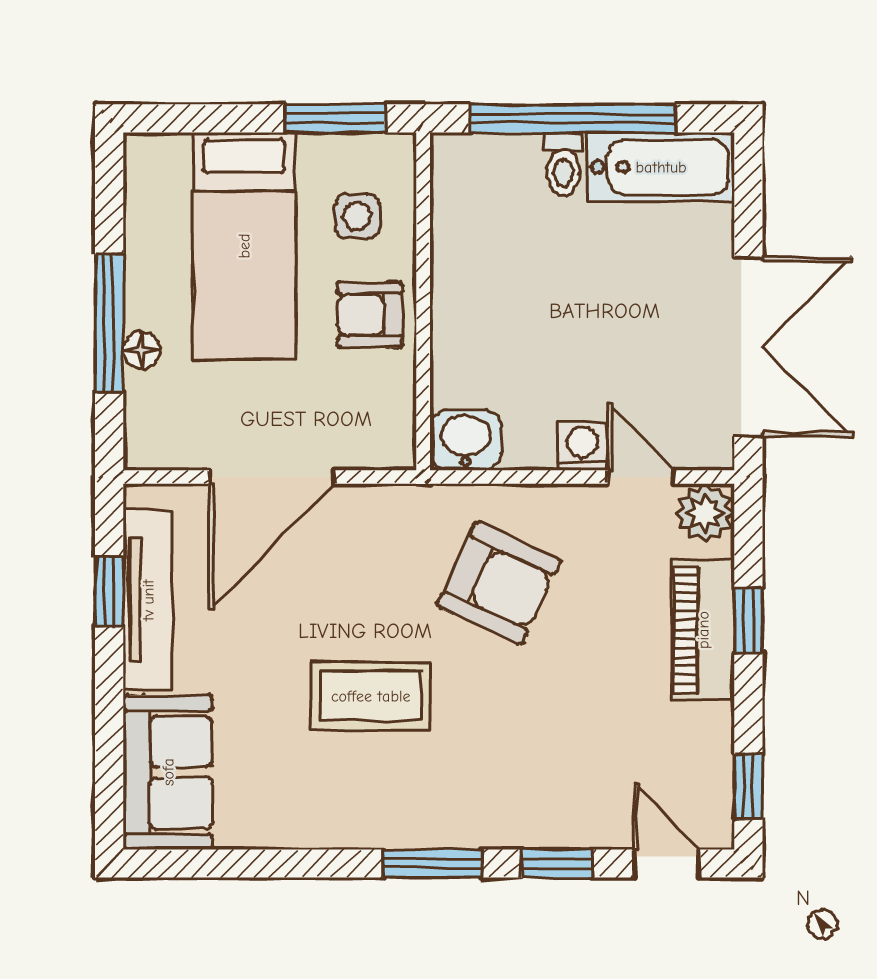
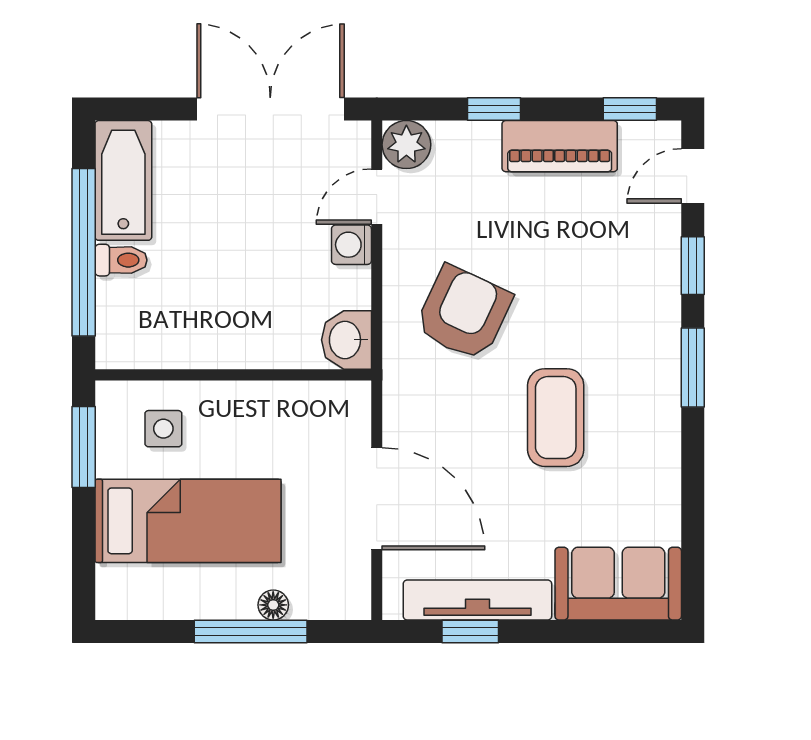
armchair: (370, 315) -> (244, 419), removed
piano: (703, 630) -> (560, 146), moved

